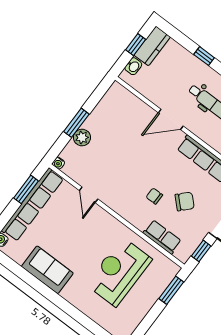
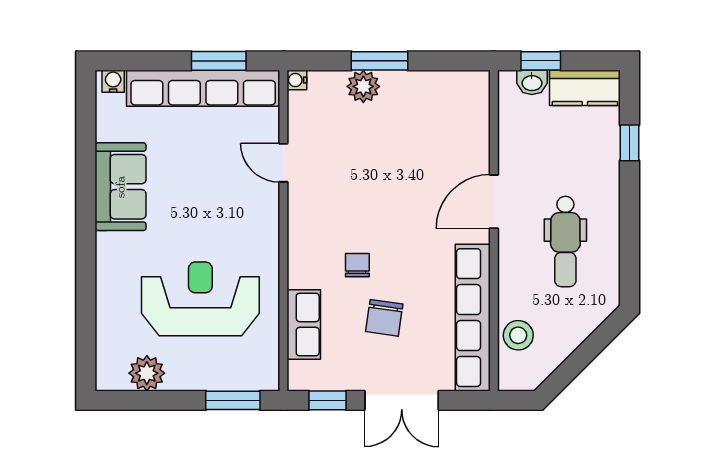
window: (136, 45) -> (541, 61), moved
window: (204, 56) -> (629, 143), moved
door: (171, 119) -> (494, 202), hinge flipped
door: (89, 195) -> (283, 163), hinge flipped
chair: (185, 201) -> (384, 318), turned 54
plant: (133, 317) -> (147, 373), added

